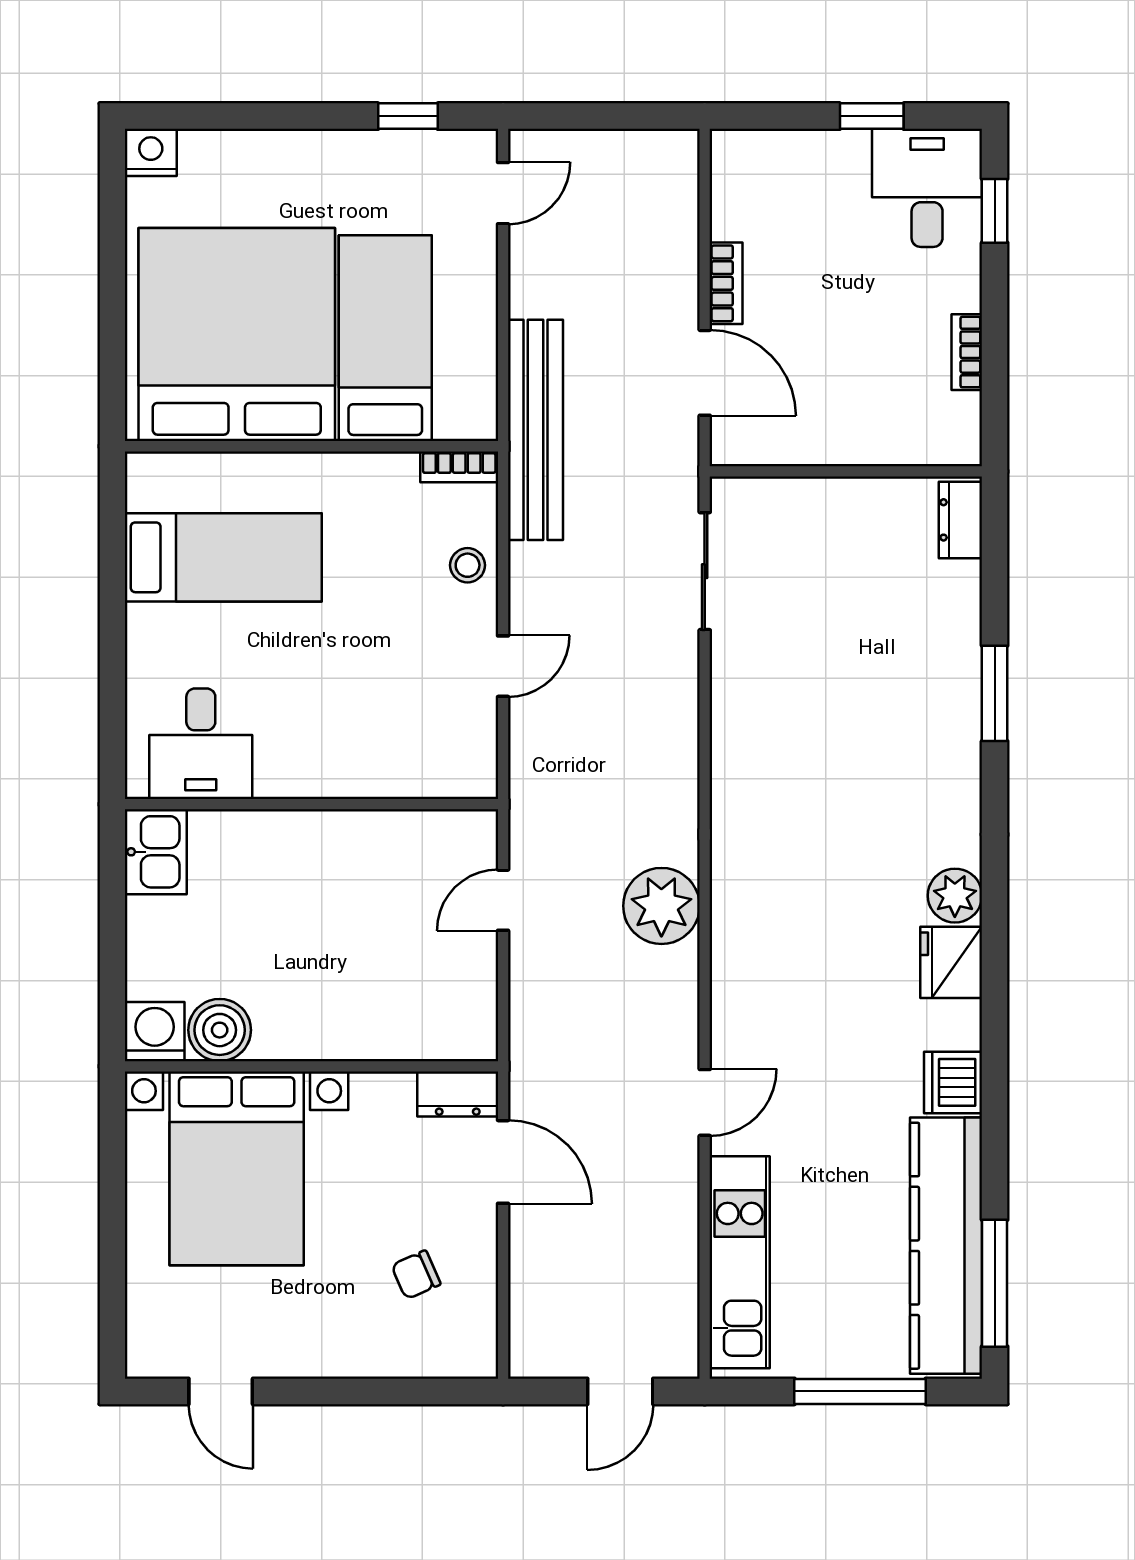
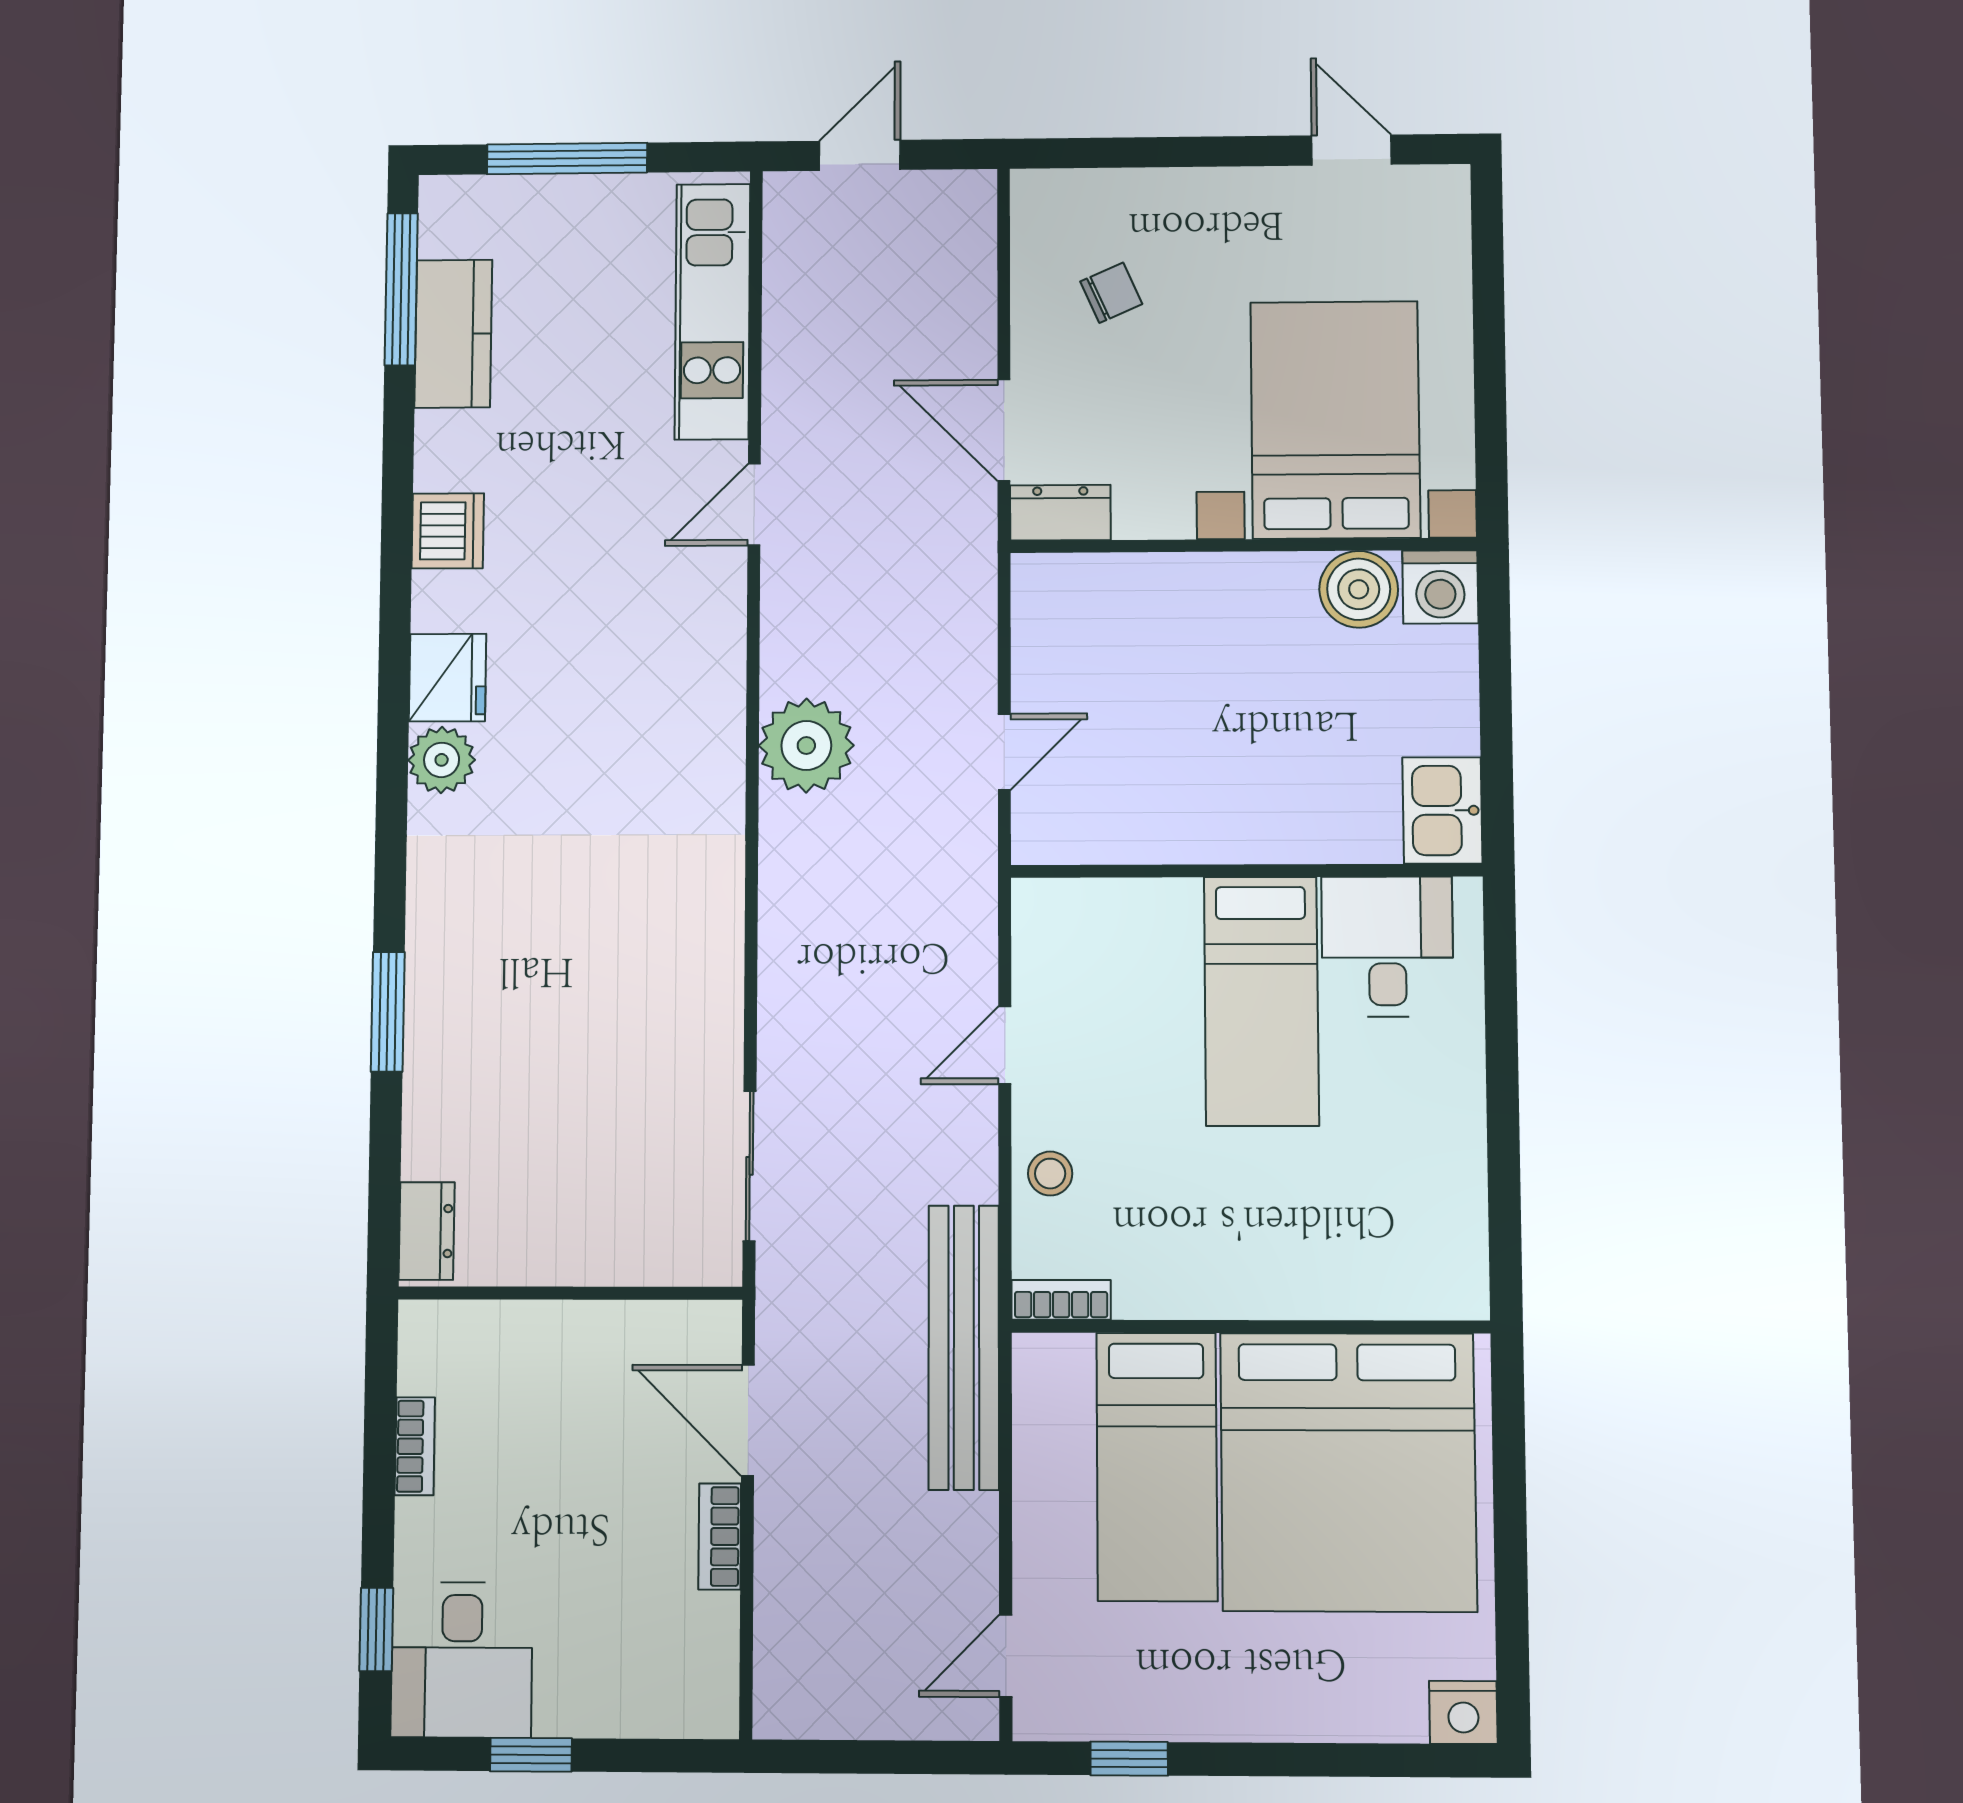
bed: (223, 557) -> (1261, 1001), moved, turned -90
kitchen counter: (946, 1246) -> (453, 334), width x0.48, depth x0.86

